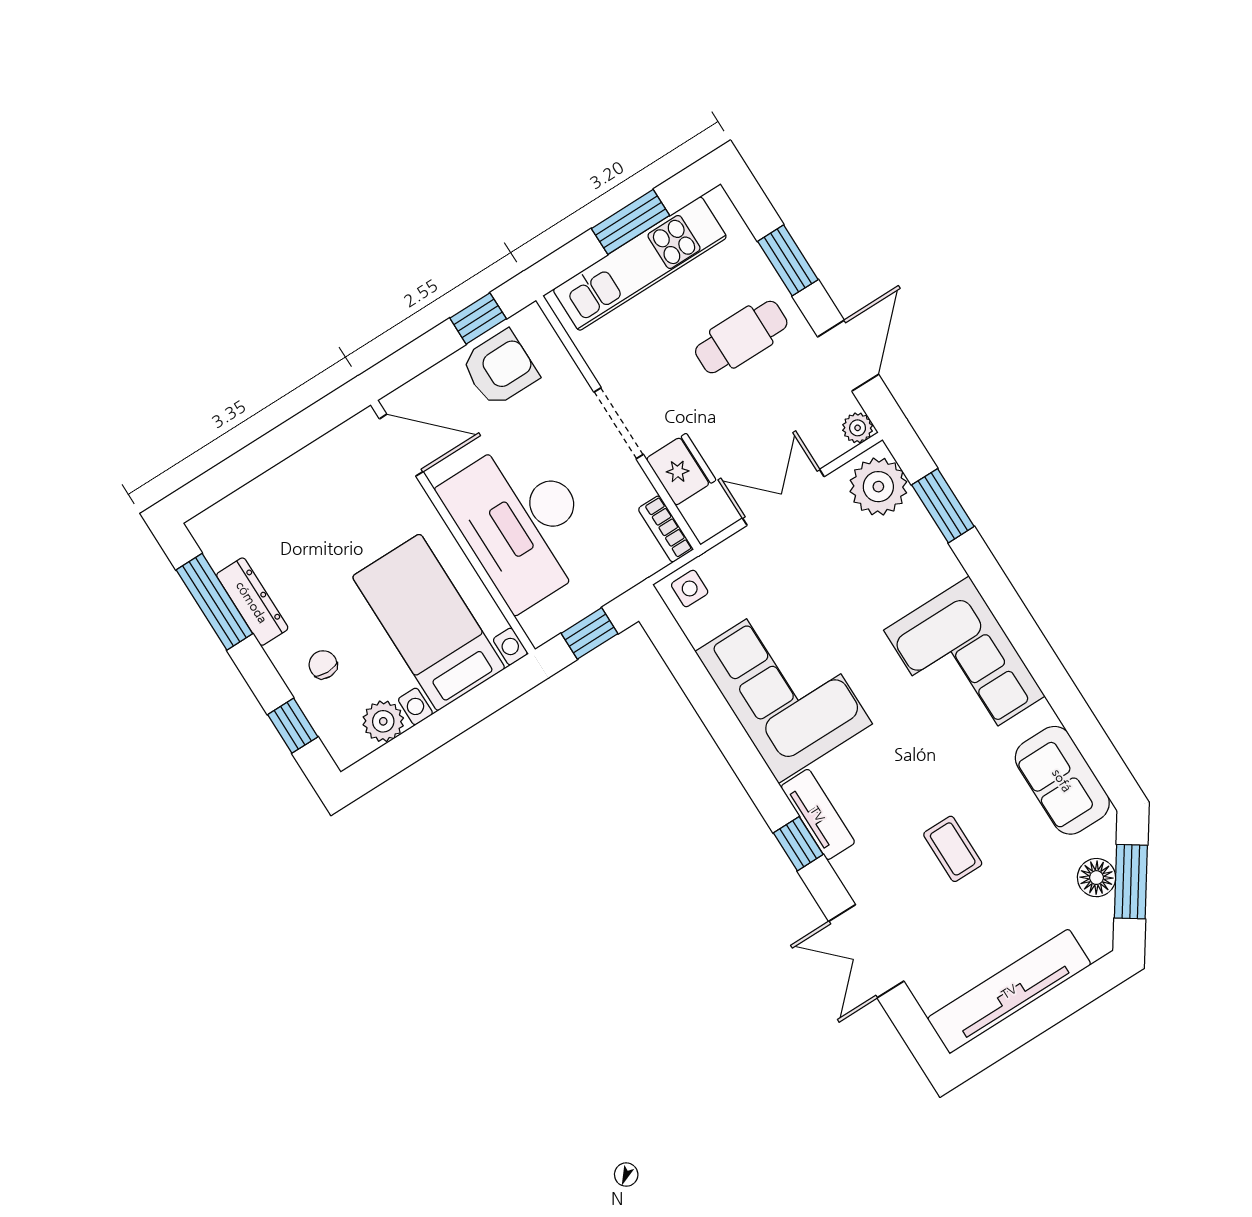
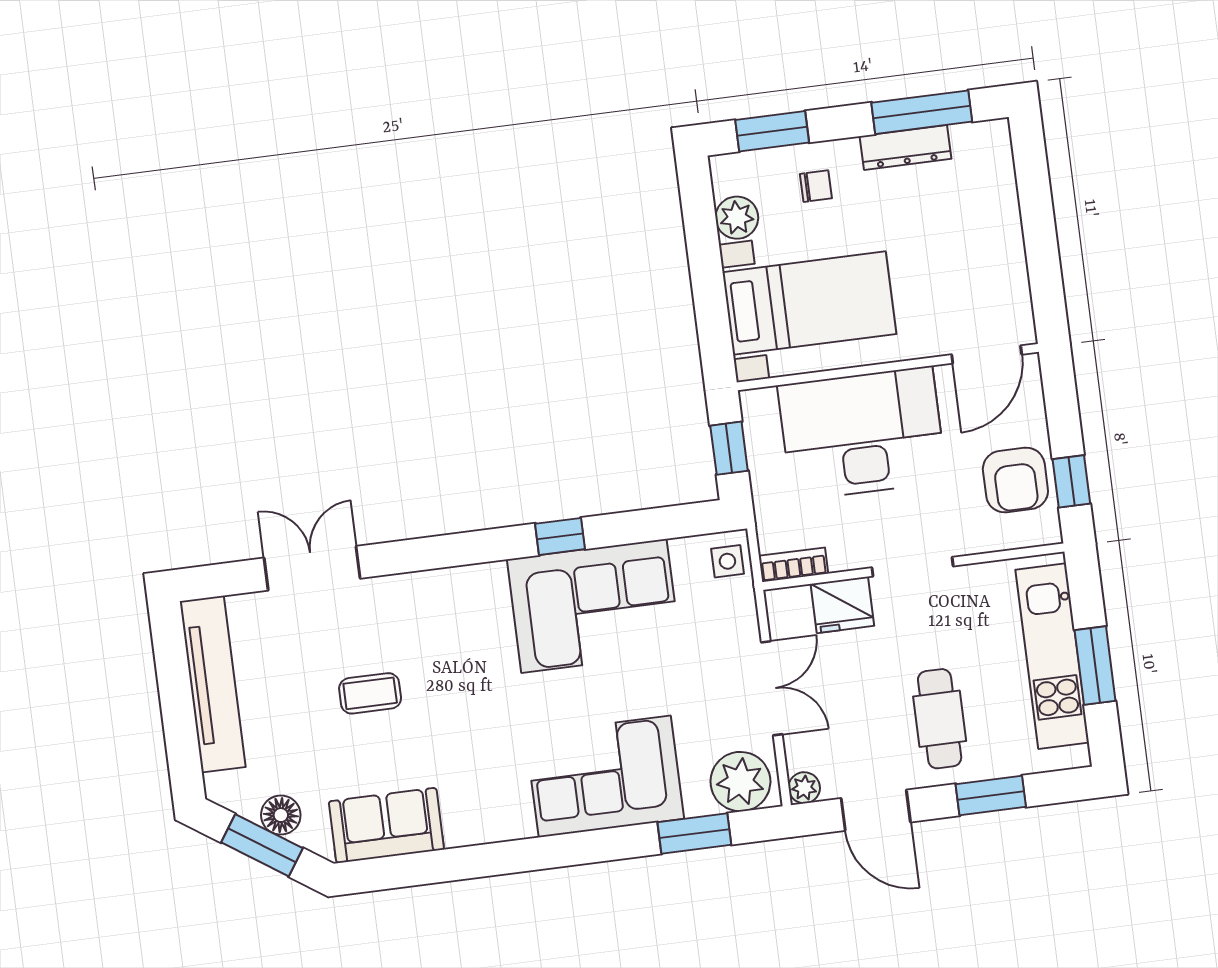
corner sofa: (964, 663) -> (605, 776), moved
window: (293, 726) -> (772, 131), width x1.50
tv unit: (818, 814) -> (461, 583), removed
window: (798, 844) -> (560, 536), moved

